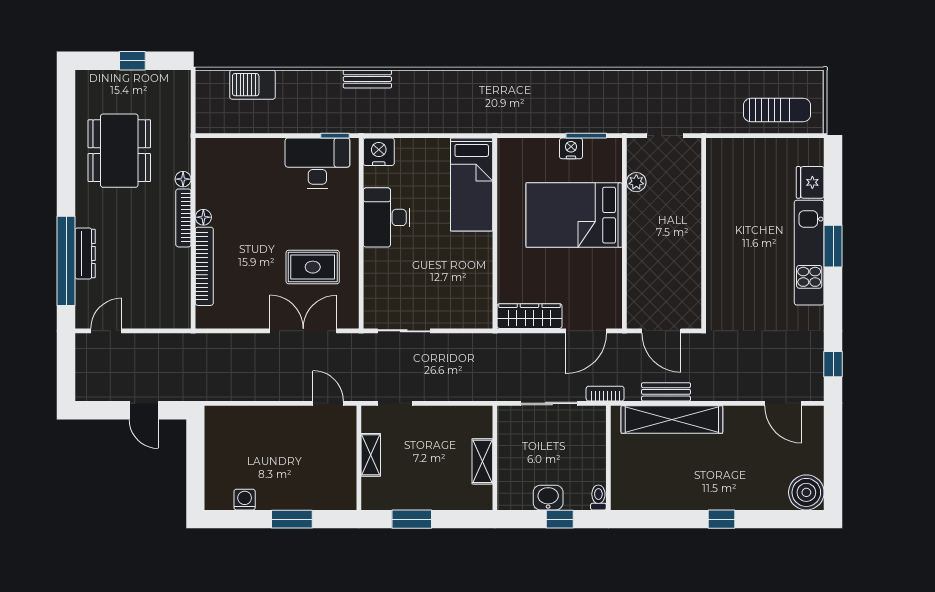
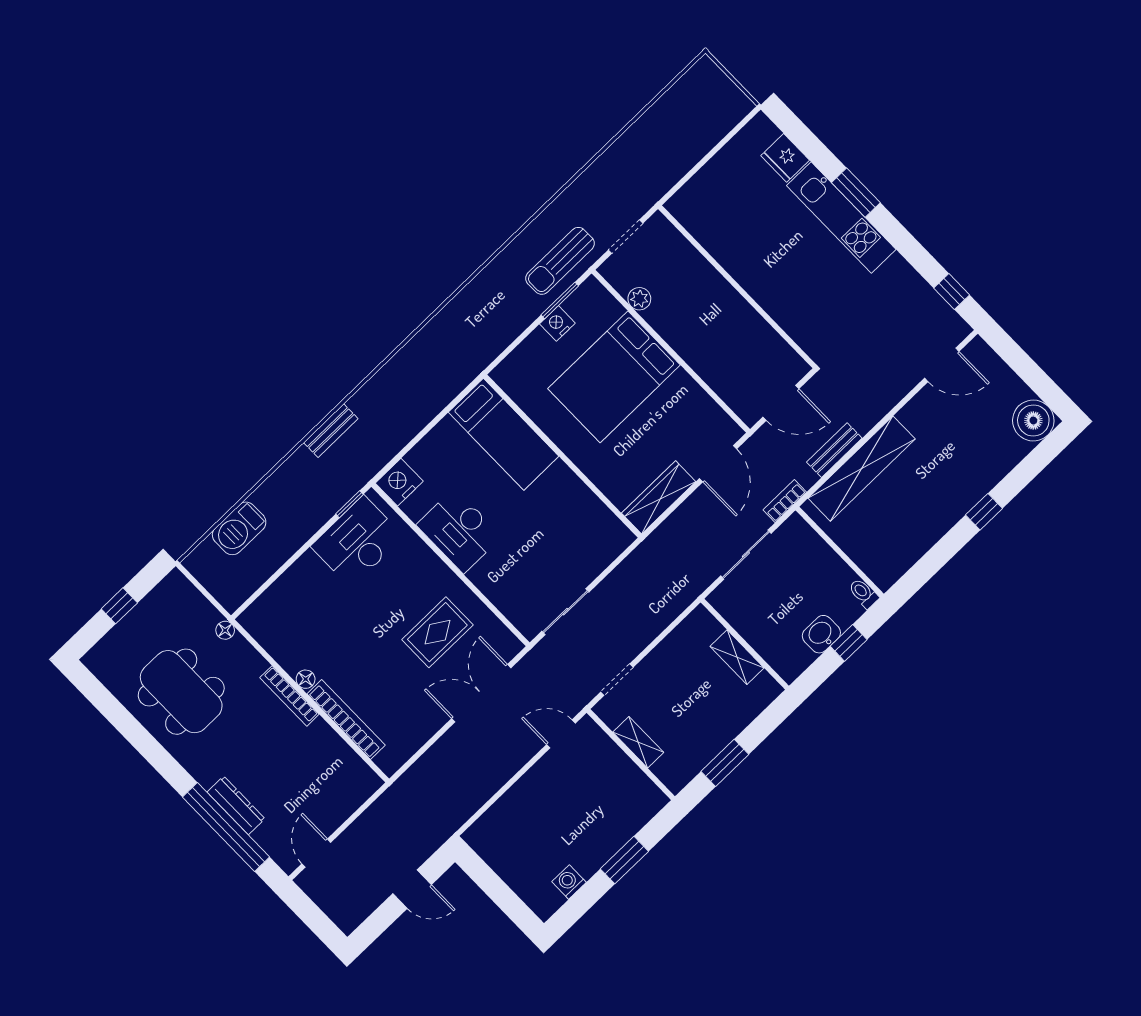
sun lounger: (777, 110) -> (560, 261), moved, turned 180
floor lamp: (183, 179) -> (225, 630), moved

